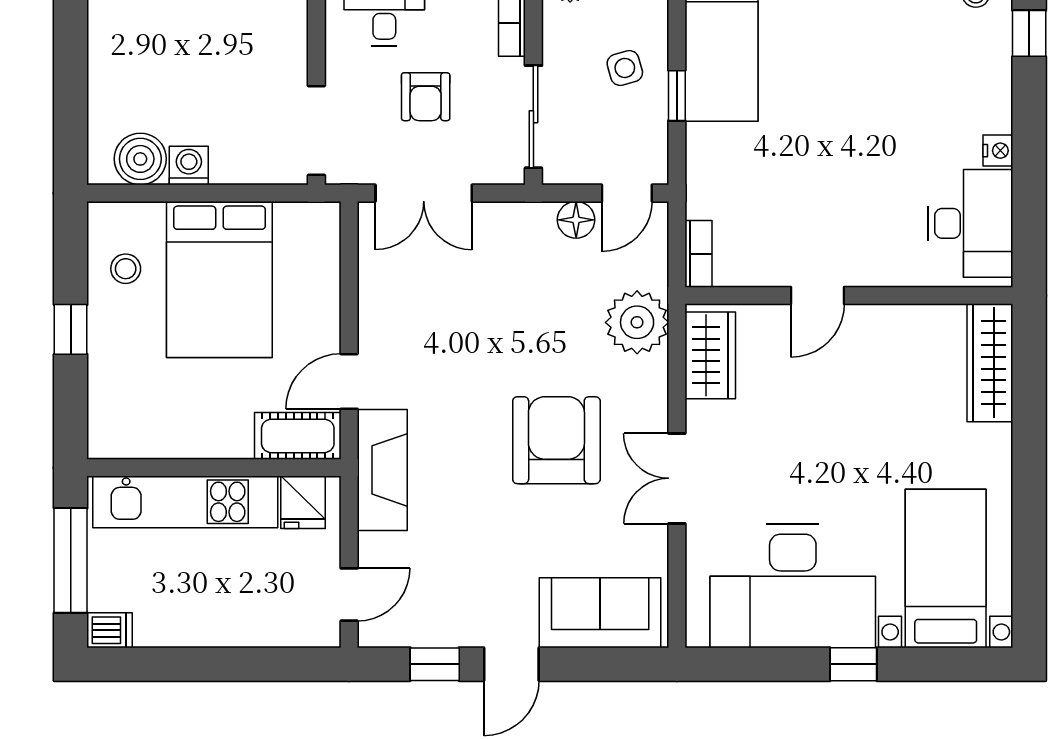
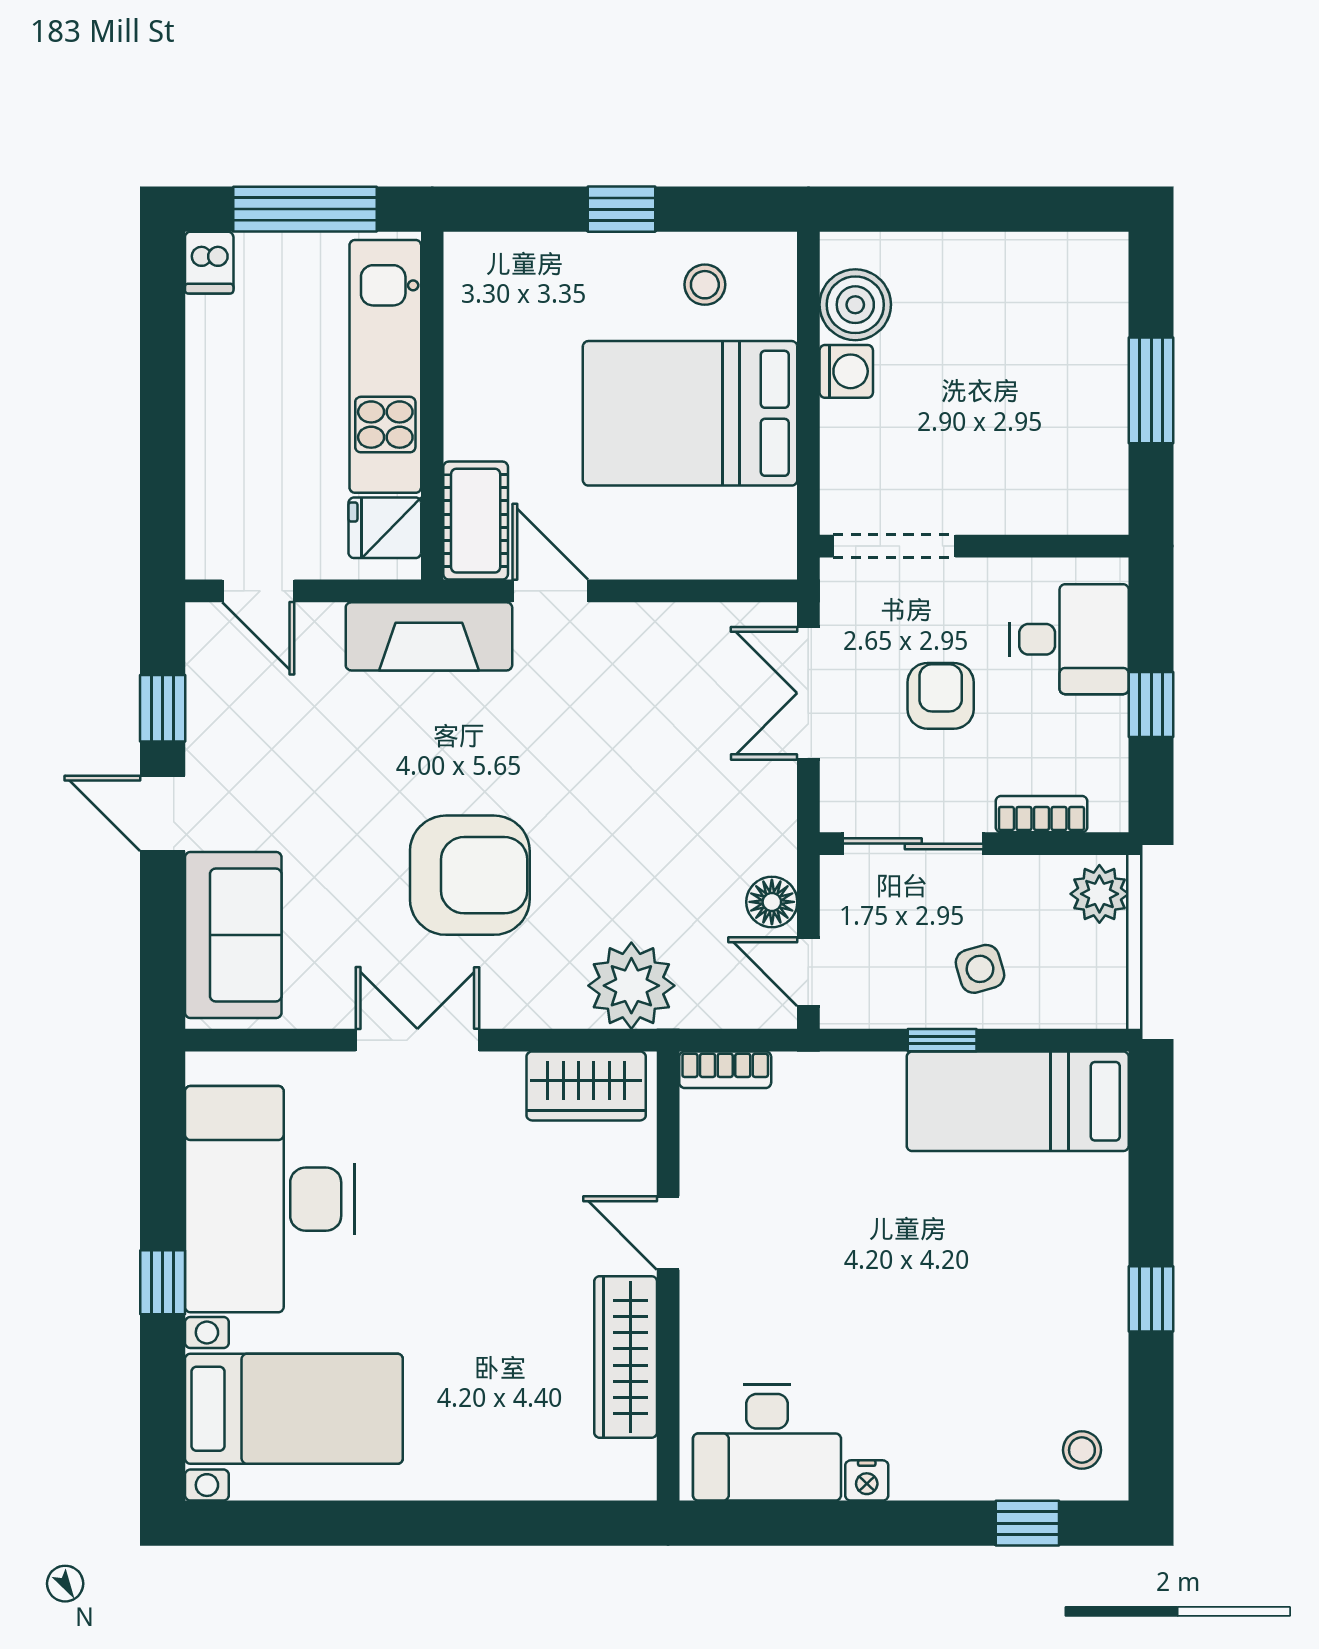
armchair: (426, 97) -> (941, 696), turned 90
wardrobe: (990, 363) -> (626, 1357), moved, turned -90

